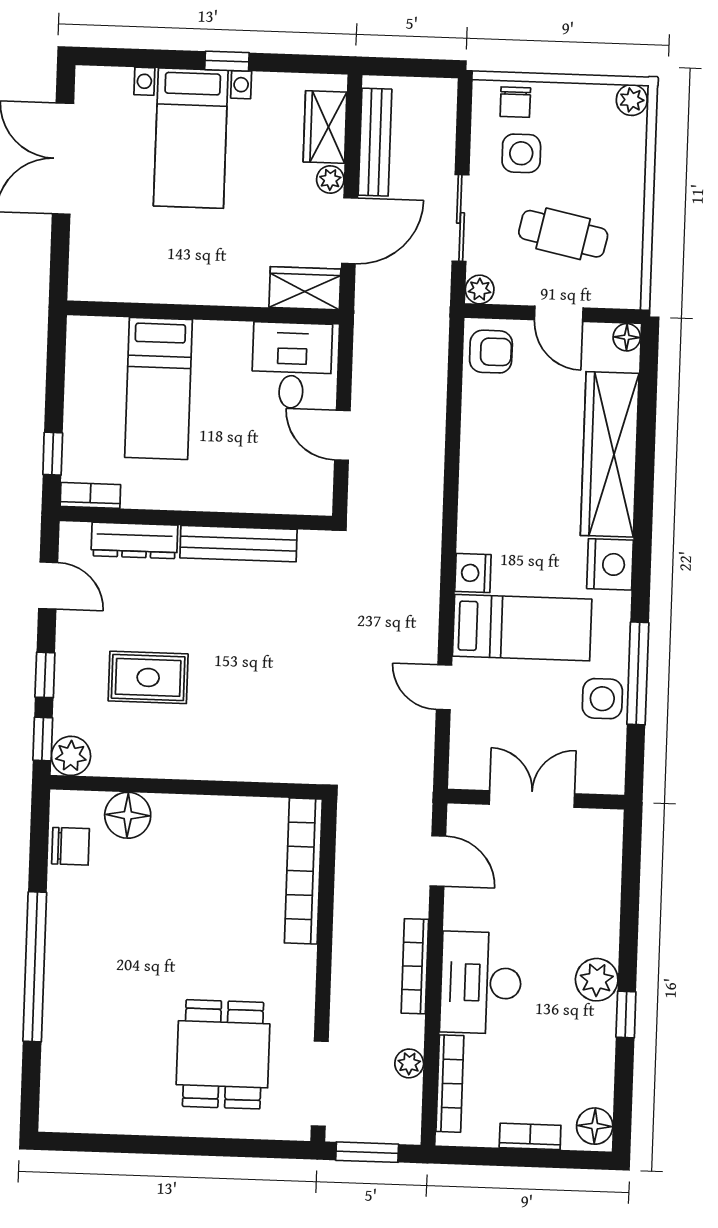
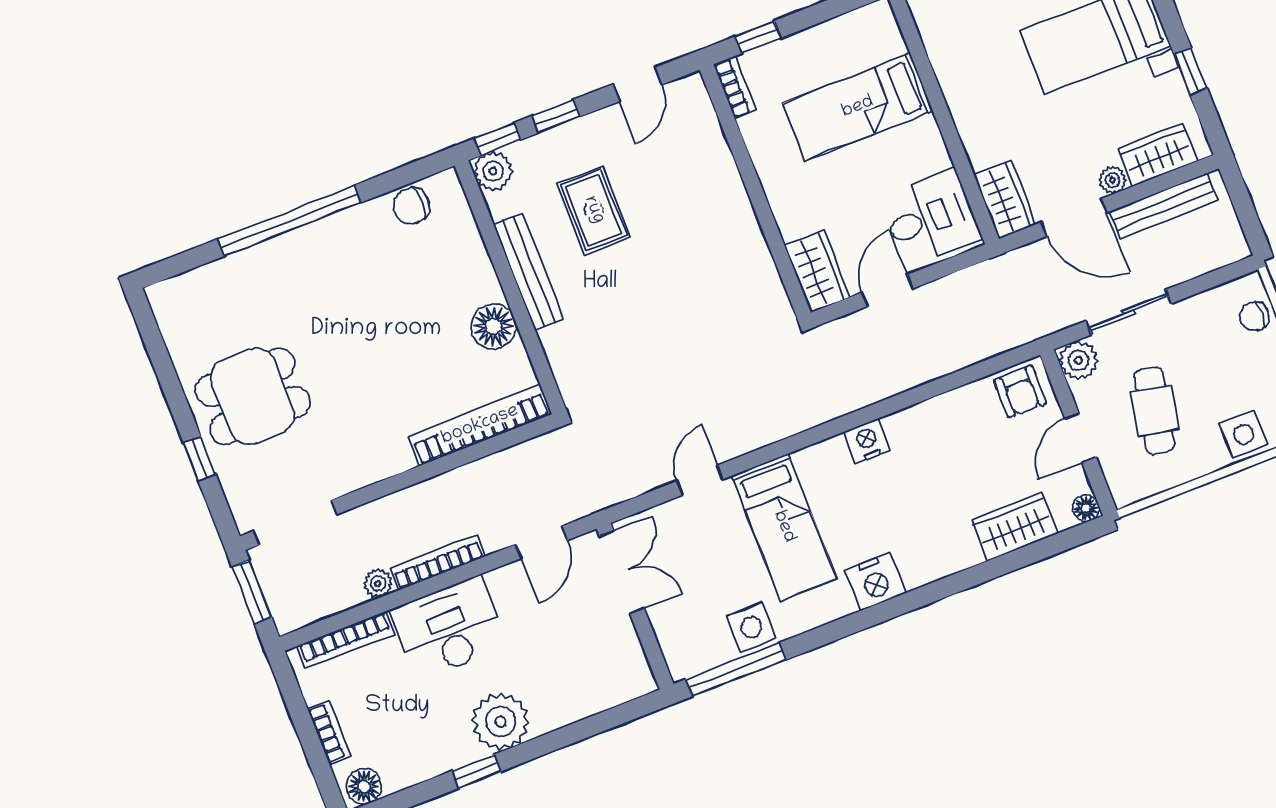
window: (227, 61) -> (1191, 71), moved
side table: (521, 153) -> (1244, 435), moved
plant: (480, 289) -> (1079, 360), width x1.38, depth x1.38
wardrobe: (610, 454) -> (1015, 527), width x0.48, depth x0.85
wardrobe: (296, 493) -> (817, 271), added
dresser: (134, 540) -> (712, 144), removed
bench: (238, 544) -> (529, 272), moved
nightstand: (473, 573) -> (867, 441), moved
window: (638, 673) -> (736, 670), moved
double door: (532, 799) -> (622, 572), moved
floor lamp: (128, 815) -> (494, 326), moved
chair: (71, 846) -> (412, 206), turned 90
plant: (597, 980) -> (501, 722), width x1.36, depth x1.36
dining table: (223, 1054) -> (252, 396), moved
plant: (409, 1063) -> (378, 583), moved
window: (221, 1147) -> (200, 459), added

